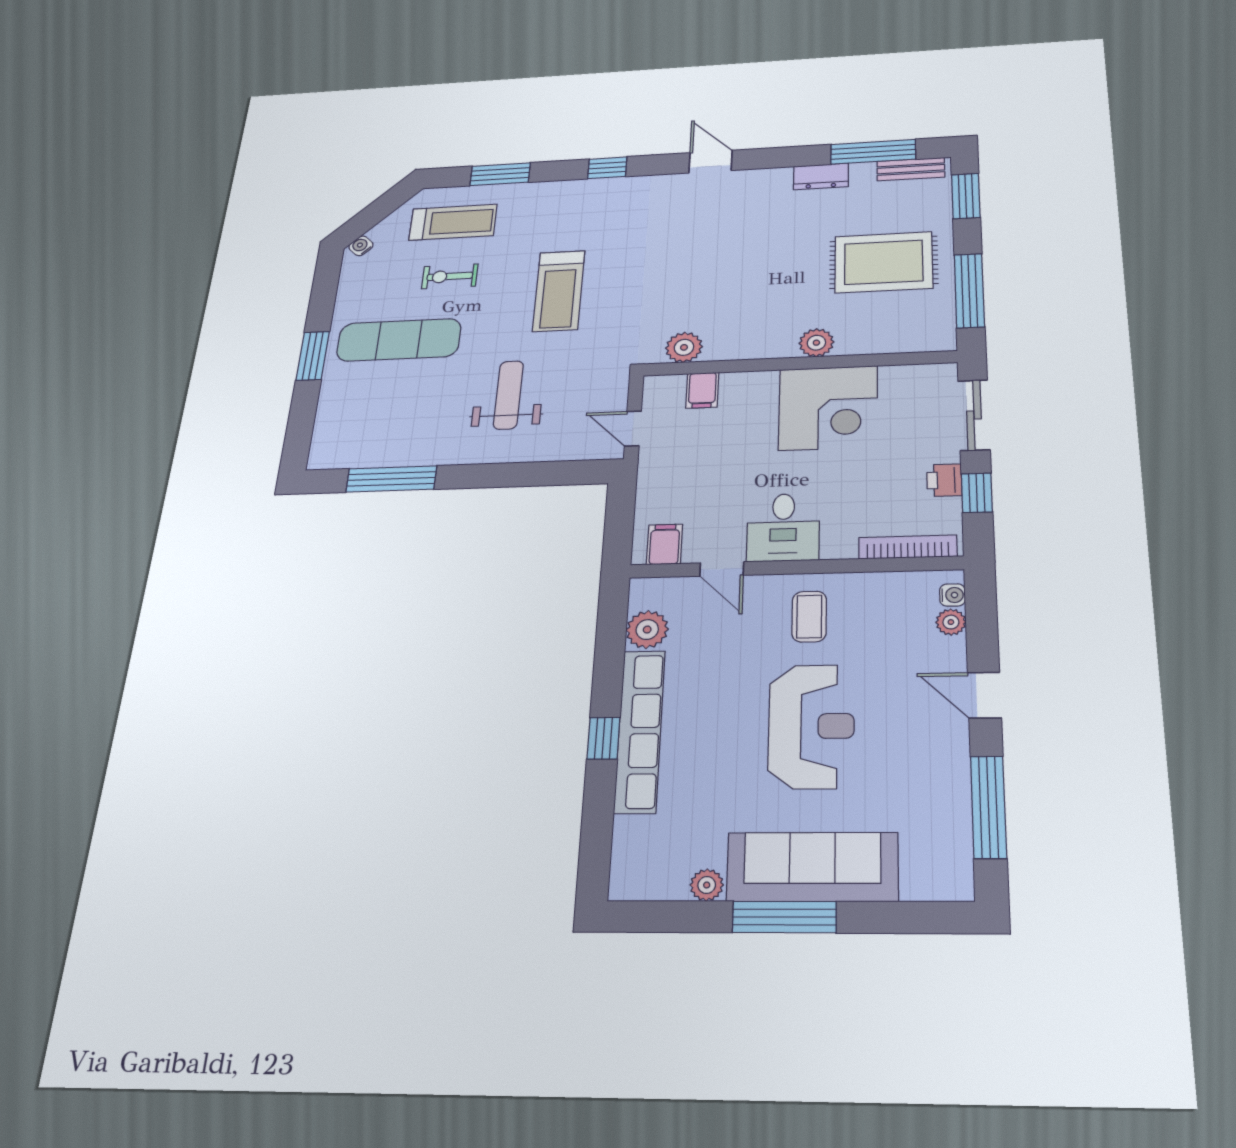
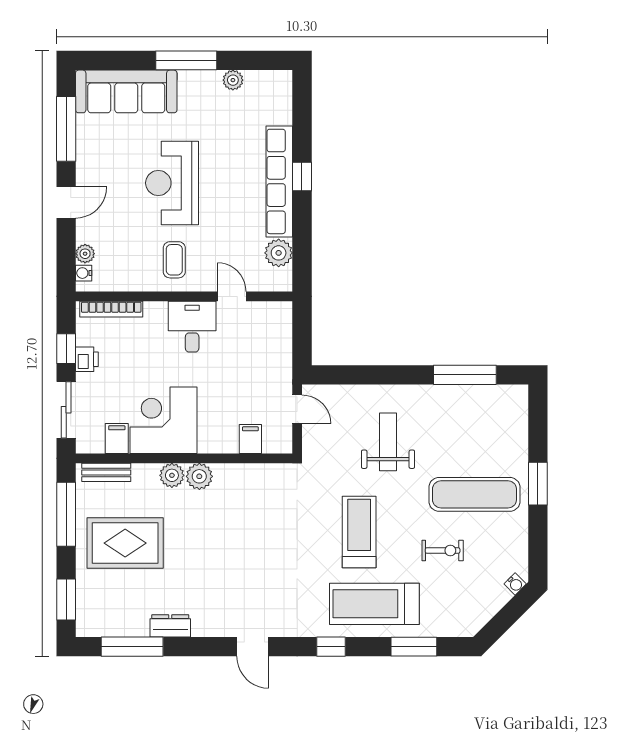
bench: (911, 169) -> (106, 472), moved
treadmill: (453, 222) -> (374, 604), moved, width x1.37, depth x1.38
plant: (684, 347) -> (199, 476), moved
weight bench: (508, 395) -> (388, 442), turned 180
filing cabinet: (665, 544) -> (117, 438), moved, turned 180
door: (984, 695) -> (66, 202), hinge flipped
sofa: (812, 867) -> (126, 91), moved

